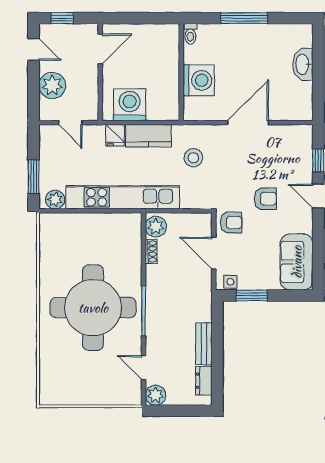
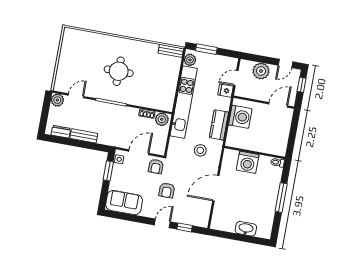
door: (100, 49) -> (278, 105), swing flipped
door: (248, 123) -> (216, 188), swing flipped
fridge: (115, 135) -> (226, 91), moved
bench: (46, 232) -> (171, 51), added
round table: (93, 308) -> (119, 71), width x0.54, depth x0.54

